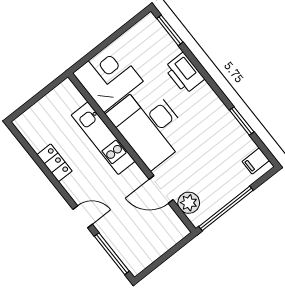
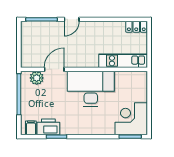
printer: (184, 73) -> (48, 127), moved
corner desk: (108, 77) -> (131, 119), moved, turned 180
kitchen unit: (103, 138) -> (123, 61), moved
locker: (55, 163) -> (136, 27), moved

